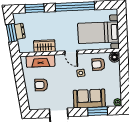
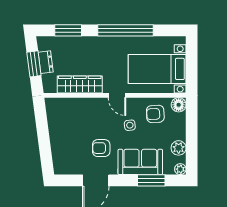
wardrobe: (44, 46) -> (80, 85), width x1.50
fireplace: (41, 61) -> (73, 106), removed
armchair: (41, 85) -> (101, 148), moved
plant: (116, 87) -> (179, 148), added

